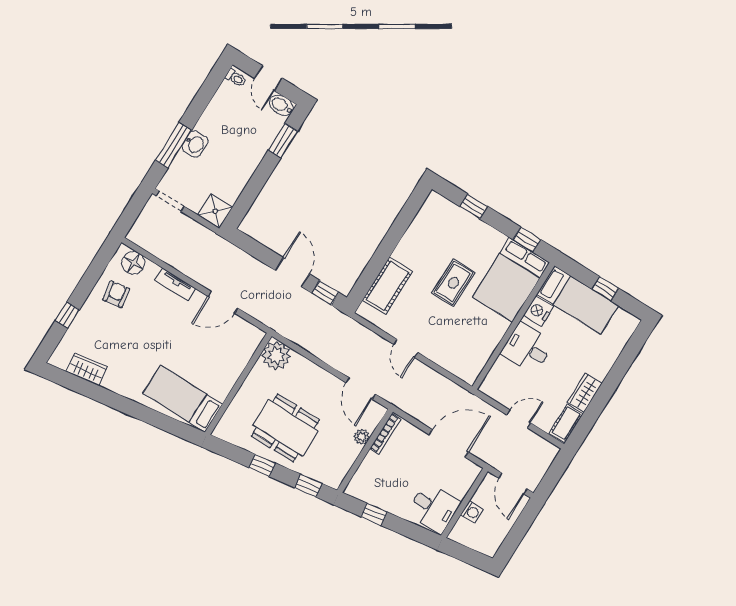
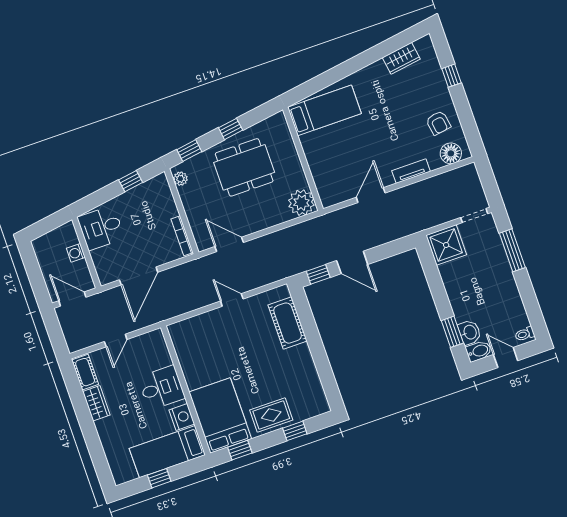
washbasin: (195, 144) -> (470, 332), moved, turned 180
shower: (215, 211) -> (446, 245), width x1.36, depth x1.36
rug: (453, 283) -> (271, 415), moved, turned 90
plant: (362, 437) -> (180, 179), moved

